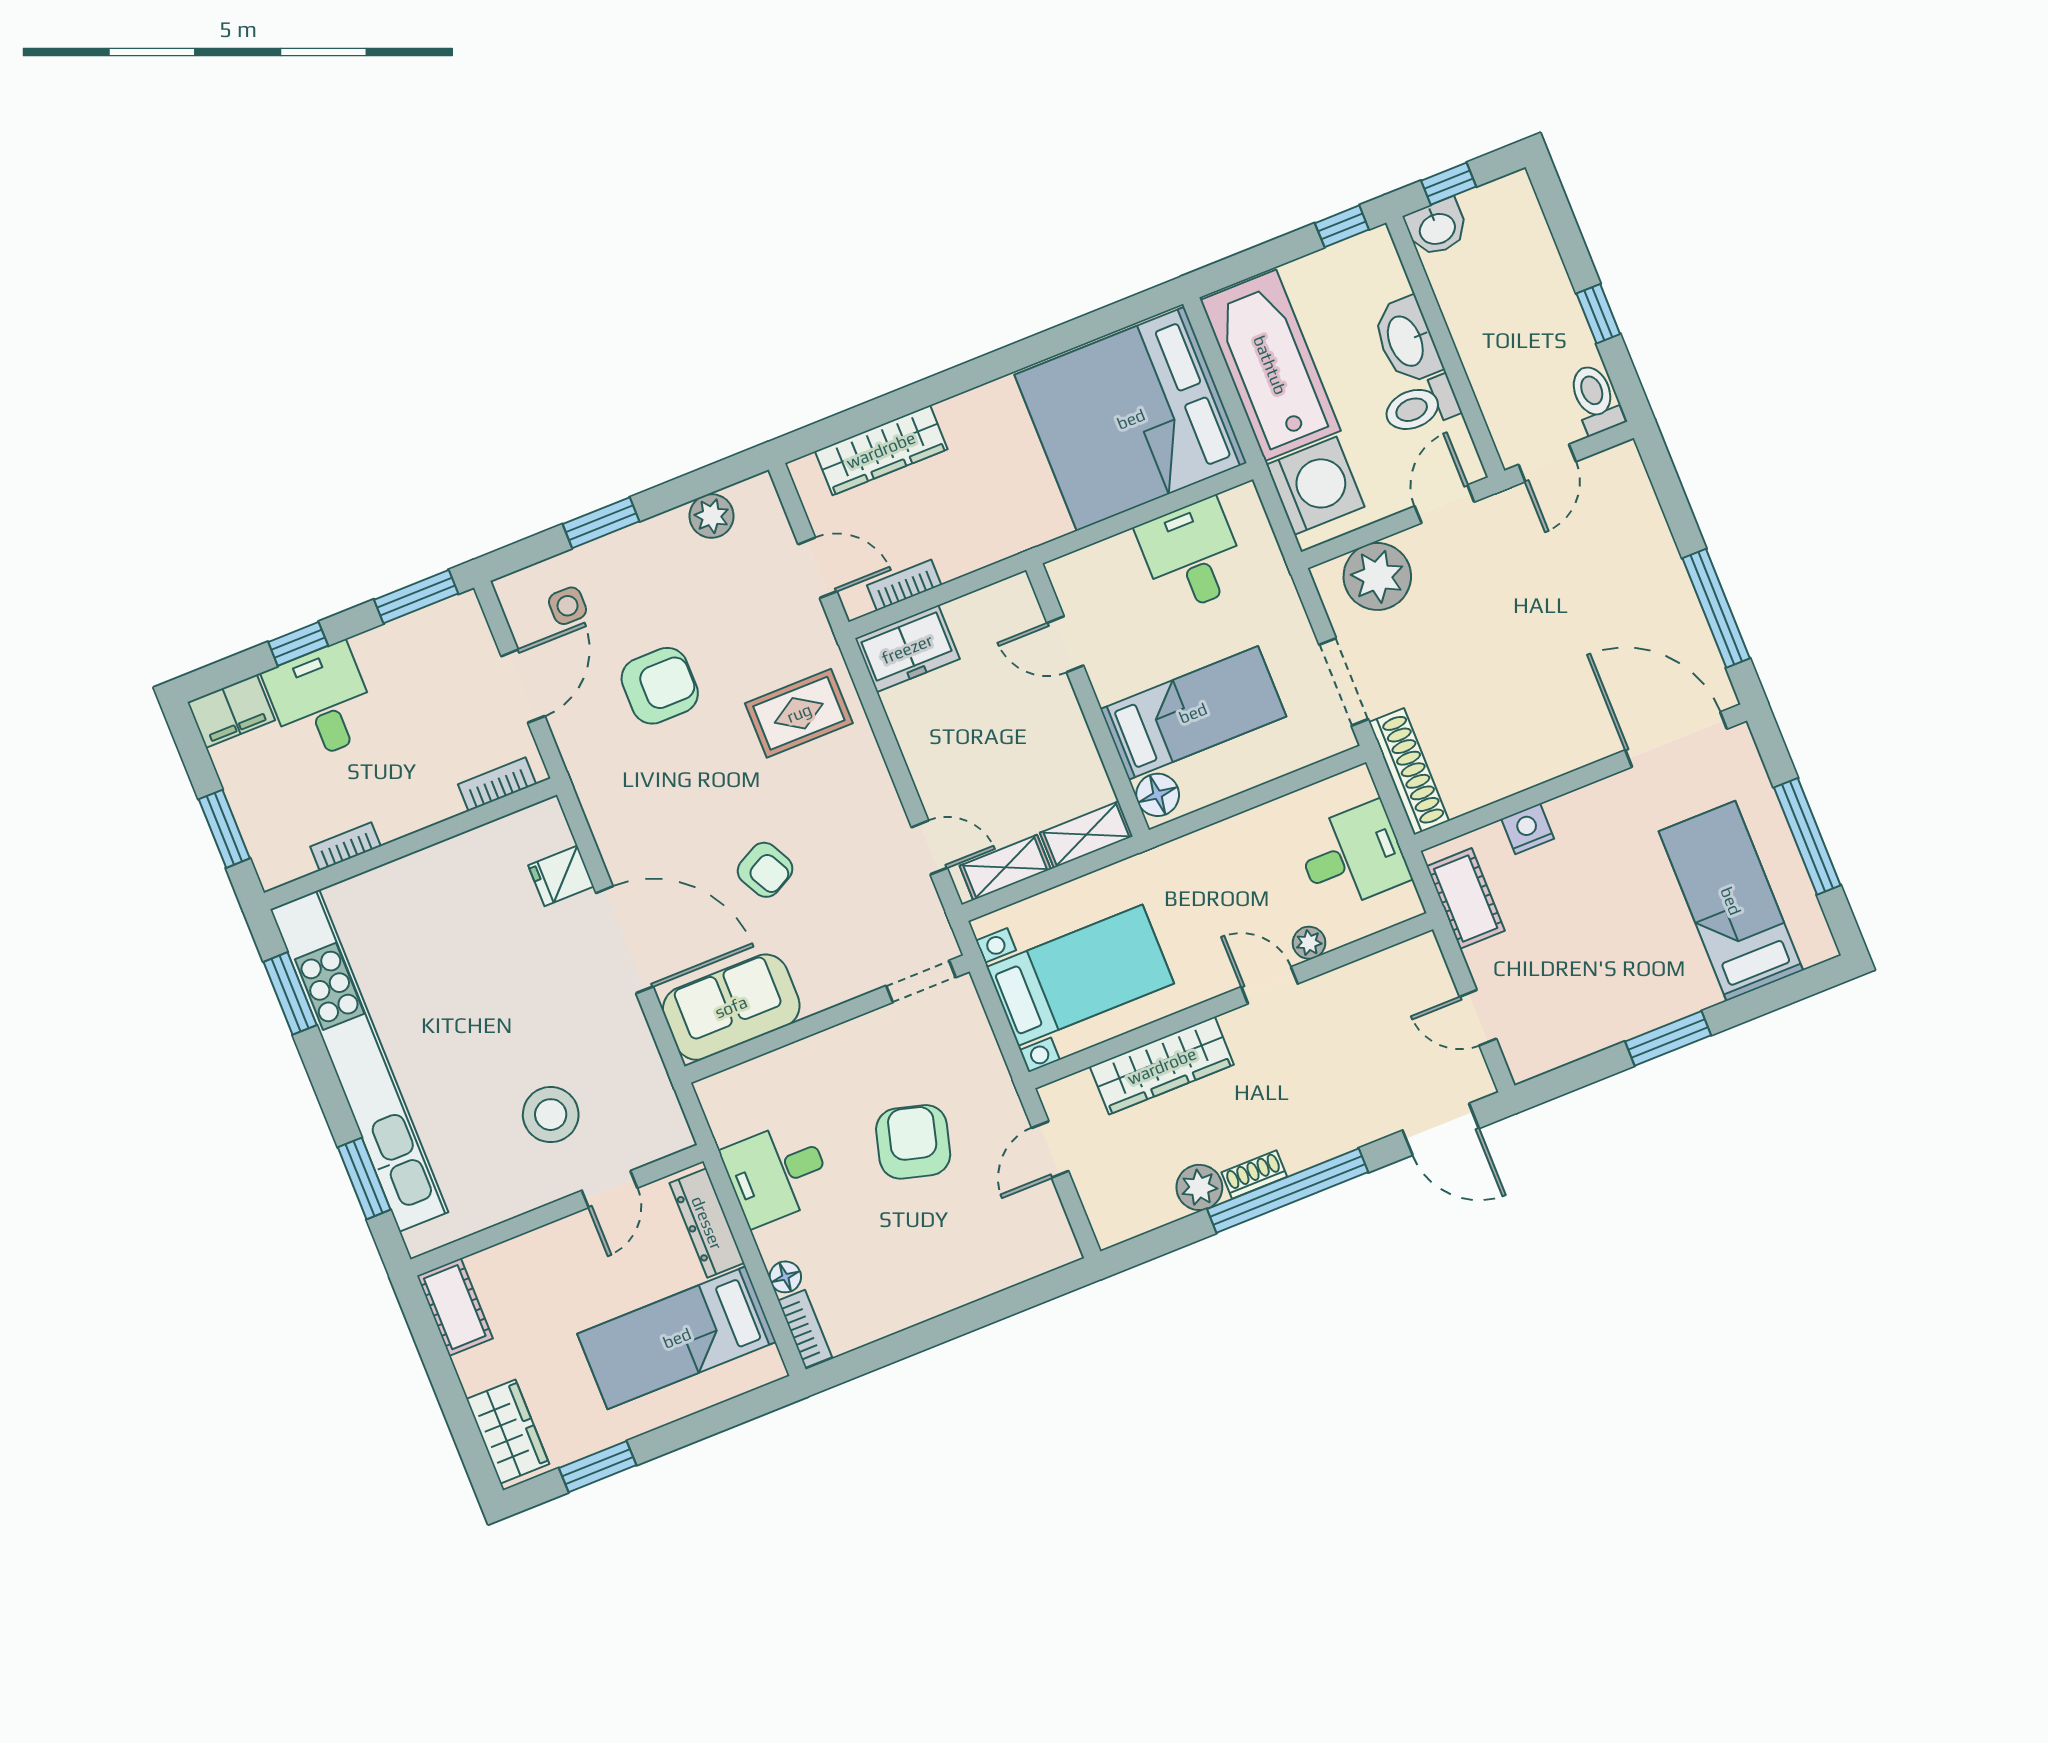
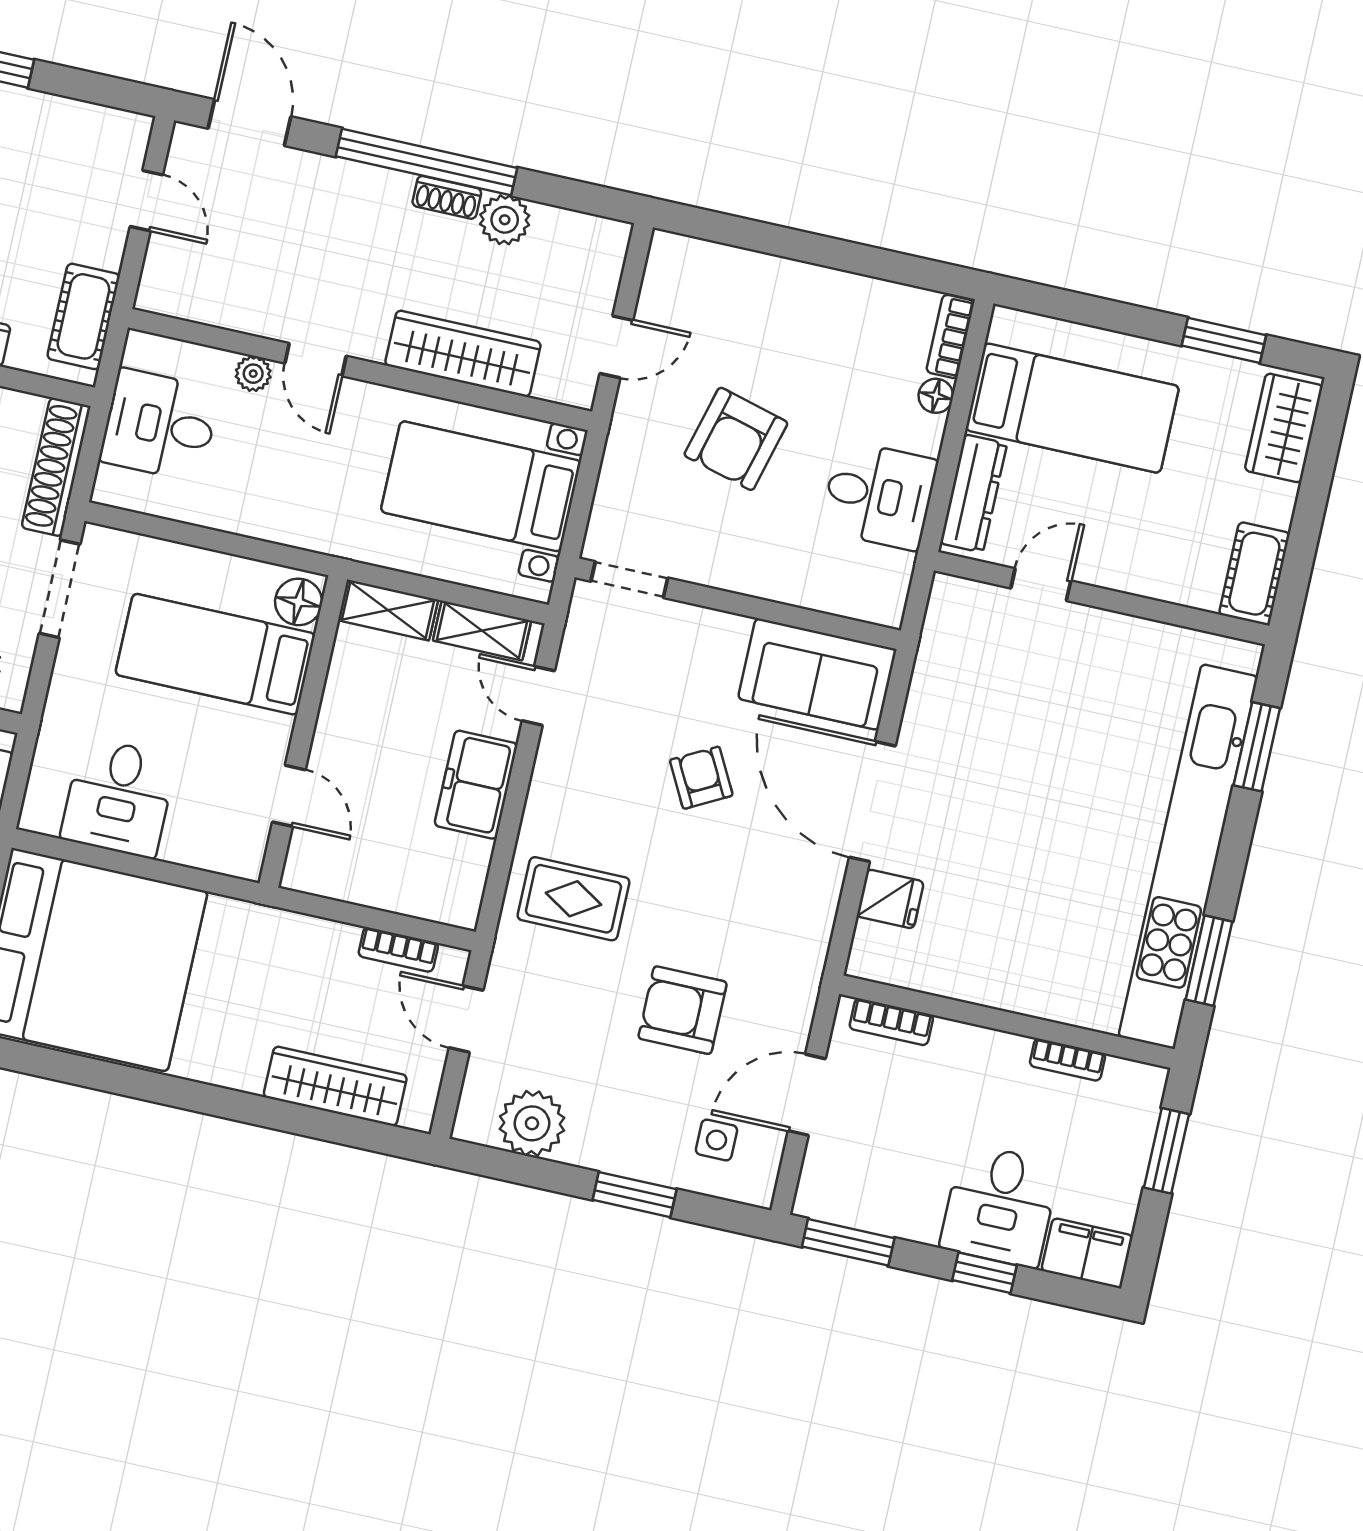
plant: (712, 516) -> (532, 1123), width x1.36, depth x1.36
freezer: (907, 649) -> (476, 785), moved, turned -90
stool: (551, 1115) -> (1048, 689), removed

